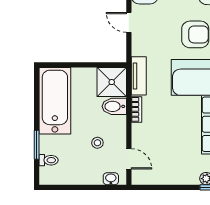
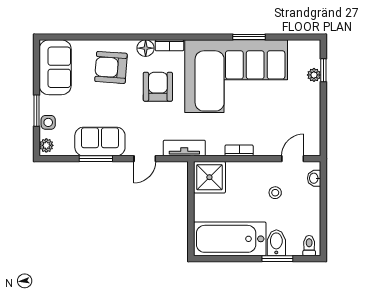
tv unit: (139, 76) -> (184, 148), moved
bidet: (114, 106) -> (276, 243), moved, turned 180
toilet: (49, 160) -> (309, 246), moved

